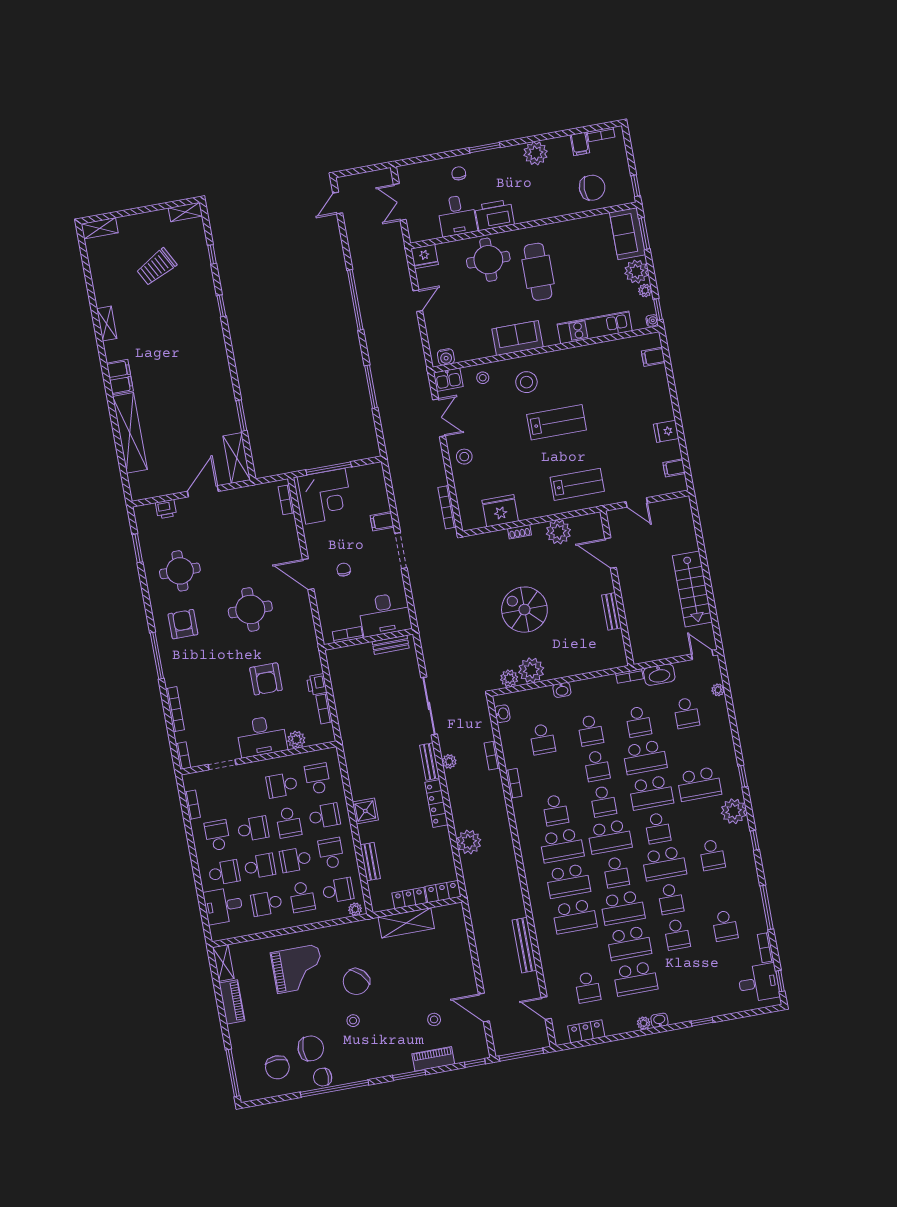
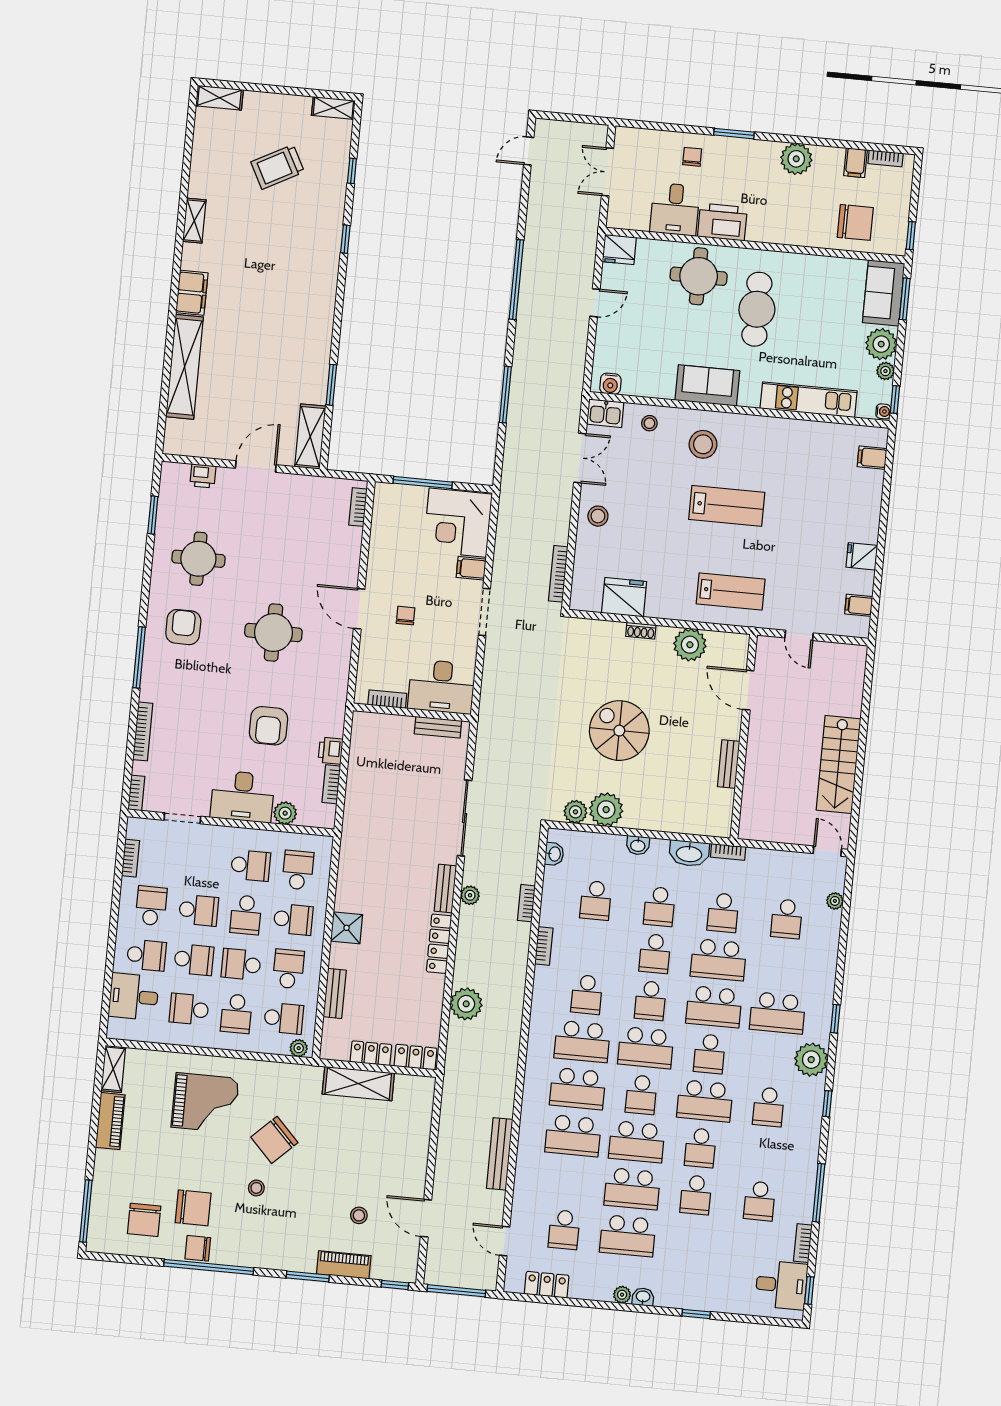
corner desk: (325, 496) -> (458, 523), moved, turned 90
washbasin: (659, 675) -> (689, 853), moved
school desk: (282, 785) -> (251, 865), turned 180

